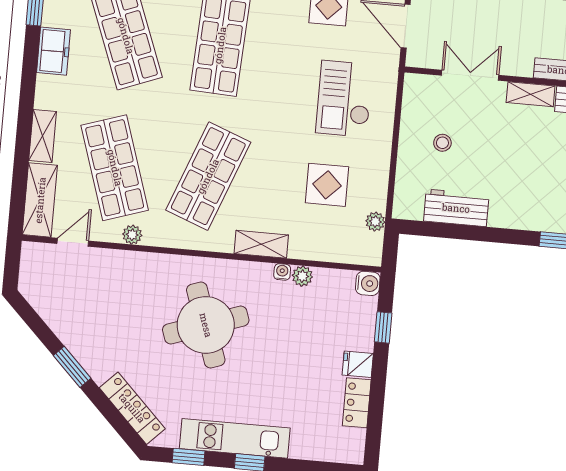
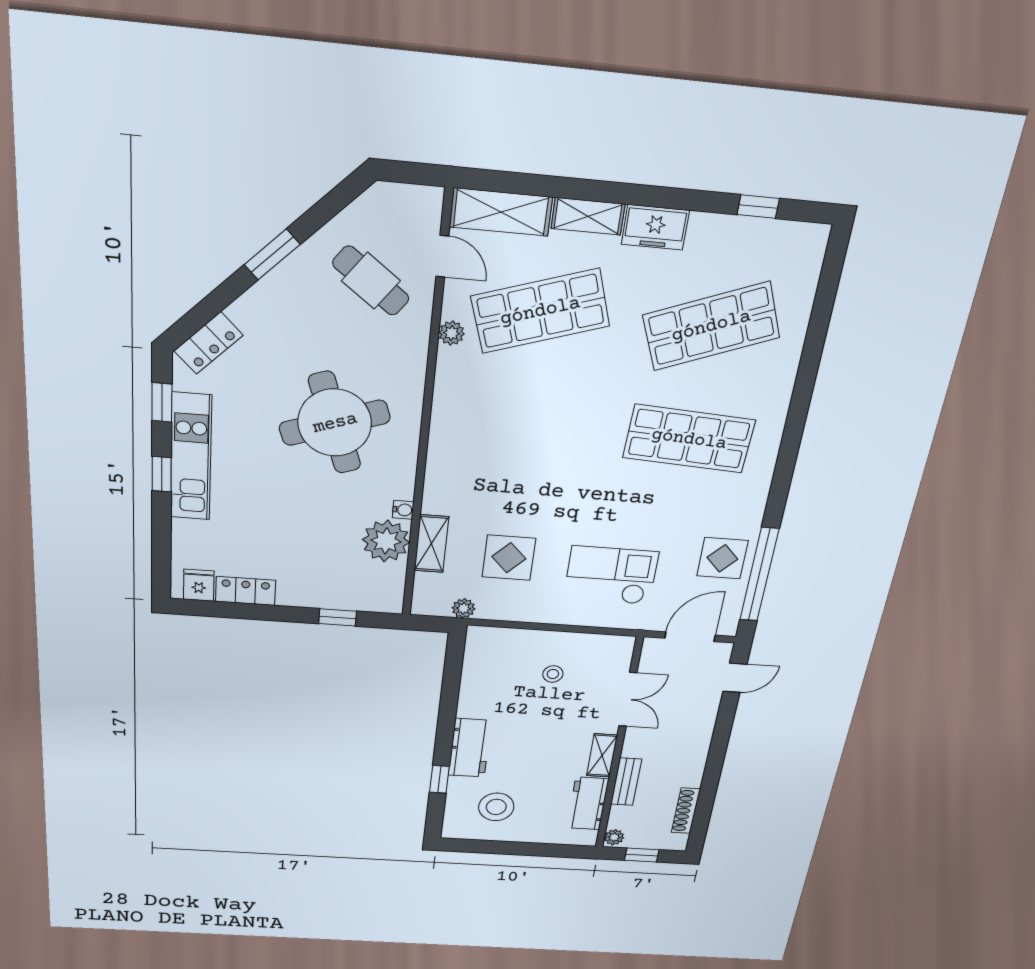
freezer: (54, 51) -> (655, 227), moved
shop shelf: (208, 176) -> (525, 425), removed
workbench: (456, 208) -> (470, 748), moved
shelving: (261, 244) -> (431, 544), moved
plant: (302, 276) -> (386, 541), width x1.87, depth x1.87
water cooler: (368, 283) -> (390, 601), removed
cafe table: (92, 295) -> (371, 281), added
fridge: (358, 364) -> (199, 585), moved
locker: (132, 408) -> (208, 343), width x0.66

